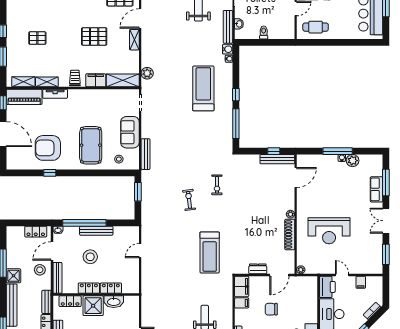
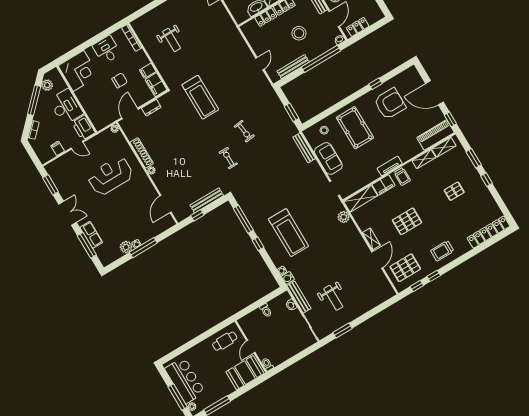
tv unit: (55, 94) -> (390, 166), moved
bench: (277, 159) -> (207, 200), moved
bench: (96, 231) -> (293, 67), moved
treadmill: (210, 252) -> (200, 97), turned 180

